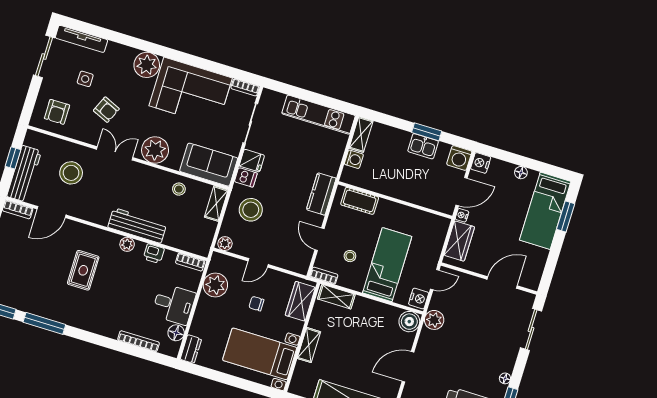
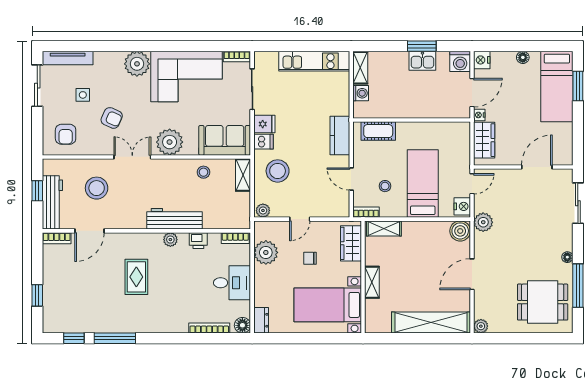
floor lamp: (176, 333) -> (242, 325), moved

